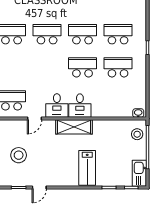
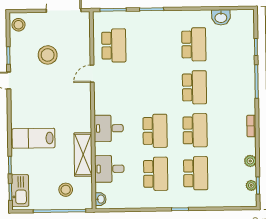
desk: (57, 105) -> (109, 169), moved
door: (35, 119) -> (92, 74), hinge flipped
shelving: (74, 127) -> (83, 154), moved
stool: (137, 134) -> (66, 190), moved
kitchen sink: (139, 173) -> (20, 191), moved, turned 90

